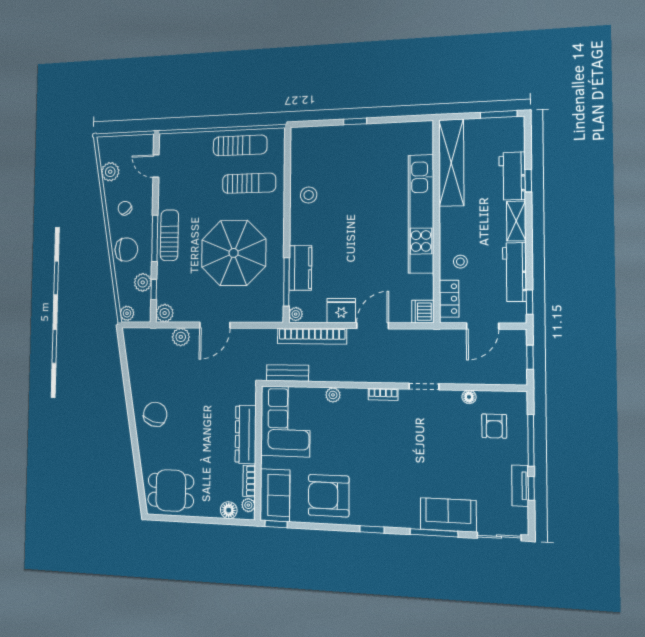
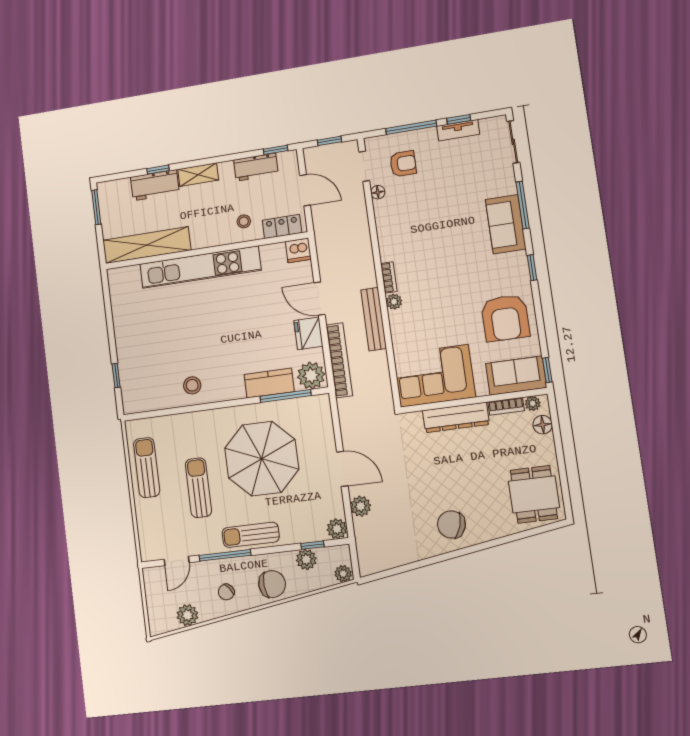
window: (355, 121) -> (116, 375), moved
sun lounger: (249, 183) -> (198, 488), moved
window: (155, 238) -> (225, 555), moved
chair: (126, 250) -> (272, 584), turned 86
workbench: (515, 272) -> (256, 167), width x0.73
plant: (296, 314) -> (311, 376), width x1.87, depth x1.87
bench: (287, 373) -> (374, 319), moved, width x1.36
doorway: (424, 386) -> (364, 166), moved
plant: (333, 395) -> (394, 302), moved
sofa: (448, 515) -> (506, 224), moved

